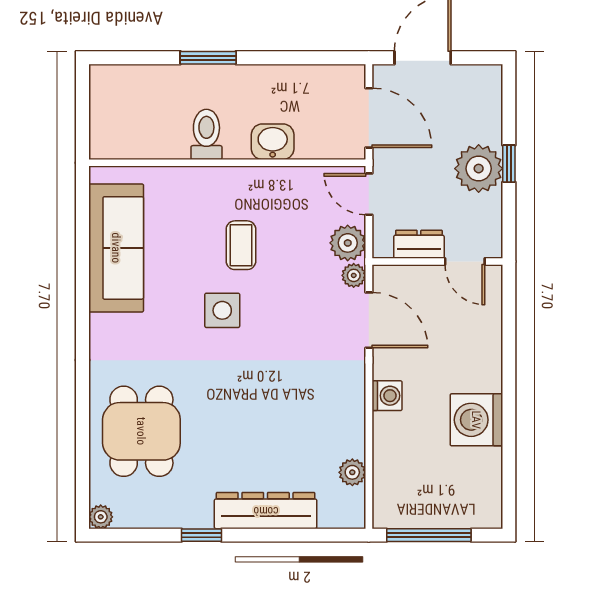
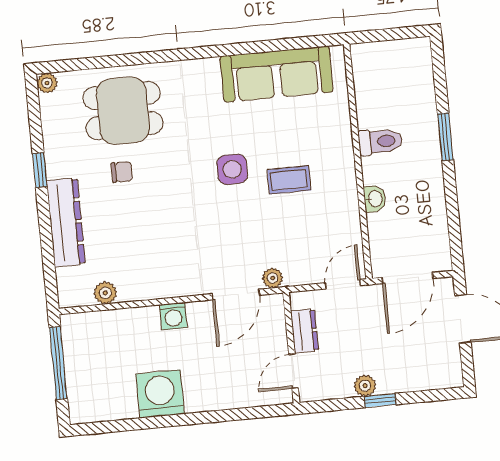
washbasin: (273, 142) -> (375, 199), width x0.72, depth x0.69
plant: (479, 169) -> (365, 386), width x0.53, depth x0.53
plant: (348, 243) -> (300, 270), removed
chair: (213, 440) -> (122, 172), added

